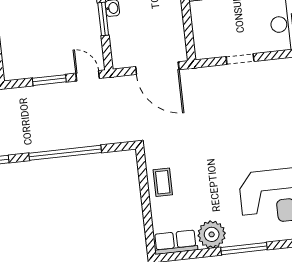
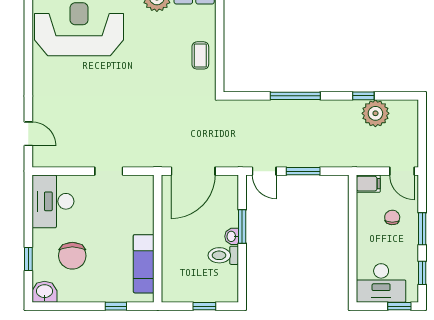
door: (157, 68) -> (193, 171), swing flipped
window: (65, 153) -> (295, 96), width x0.68

